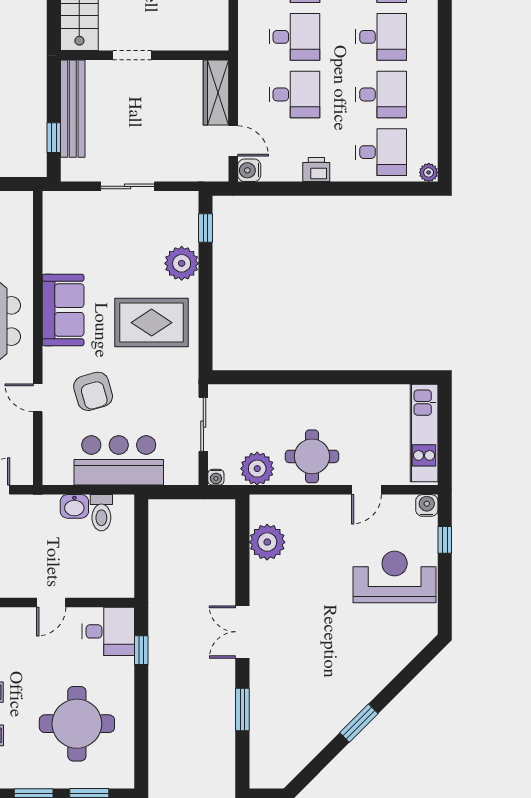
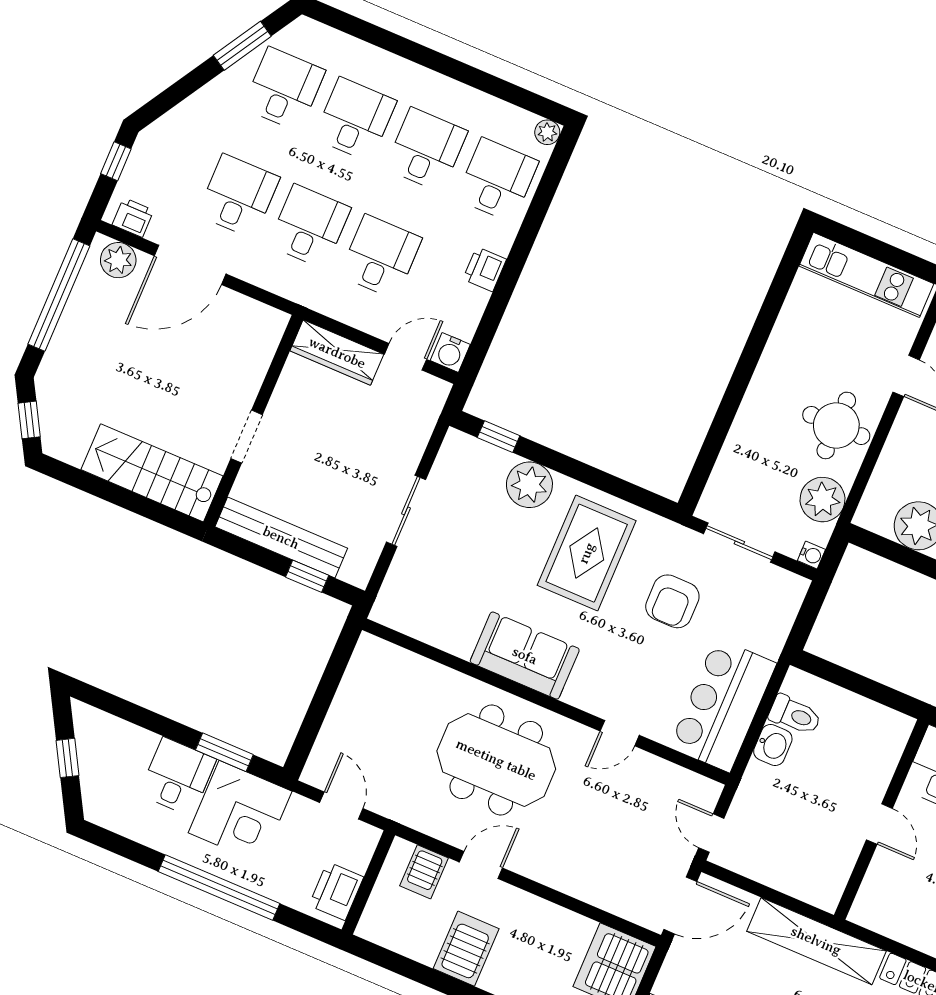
armchair: (93, 391) -> (672, 601), moved, turned 106
bar counter: (119, 460) -> (723, 705), moved

